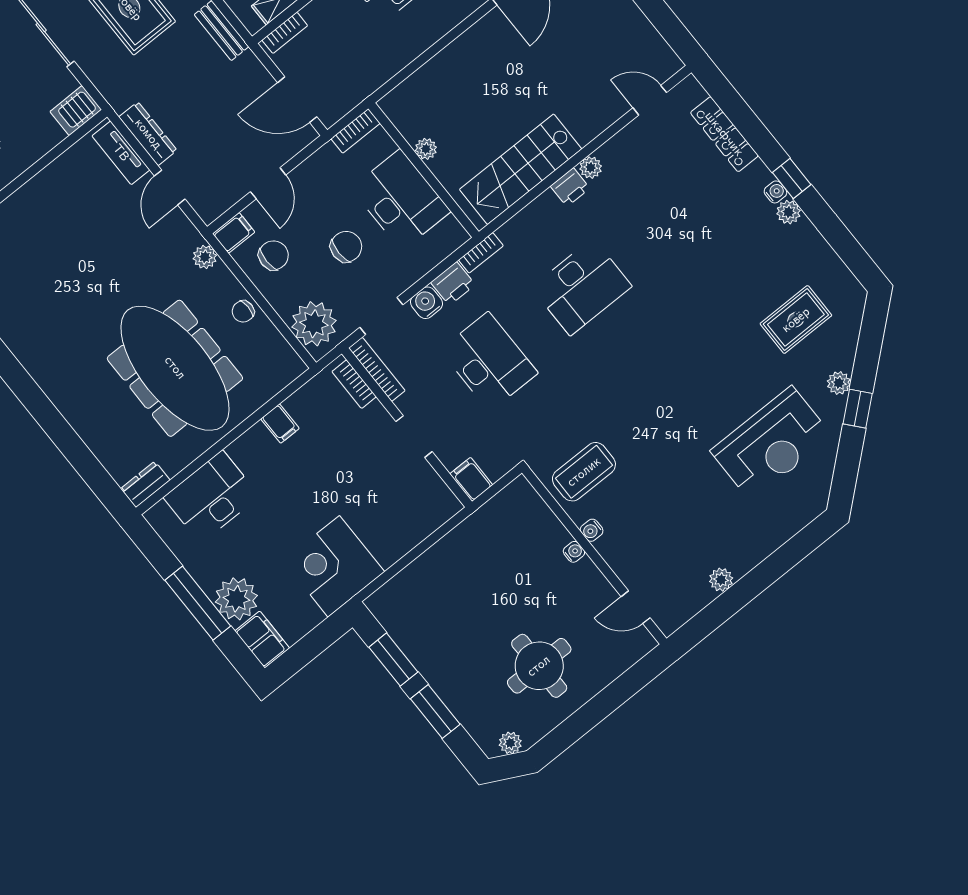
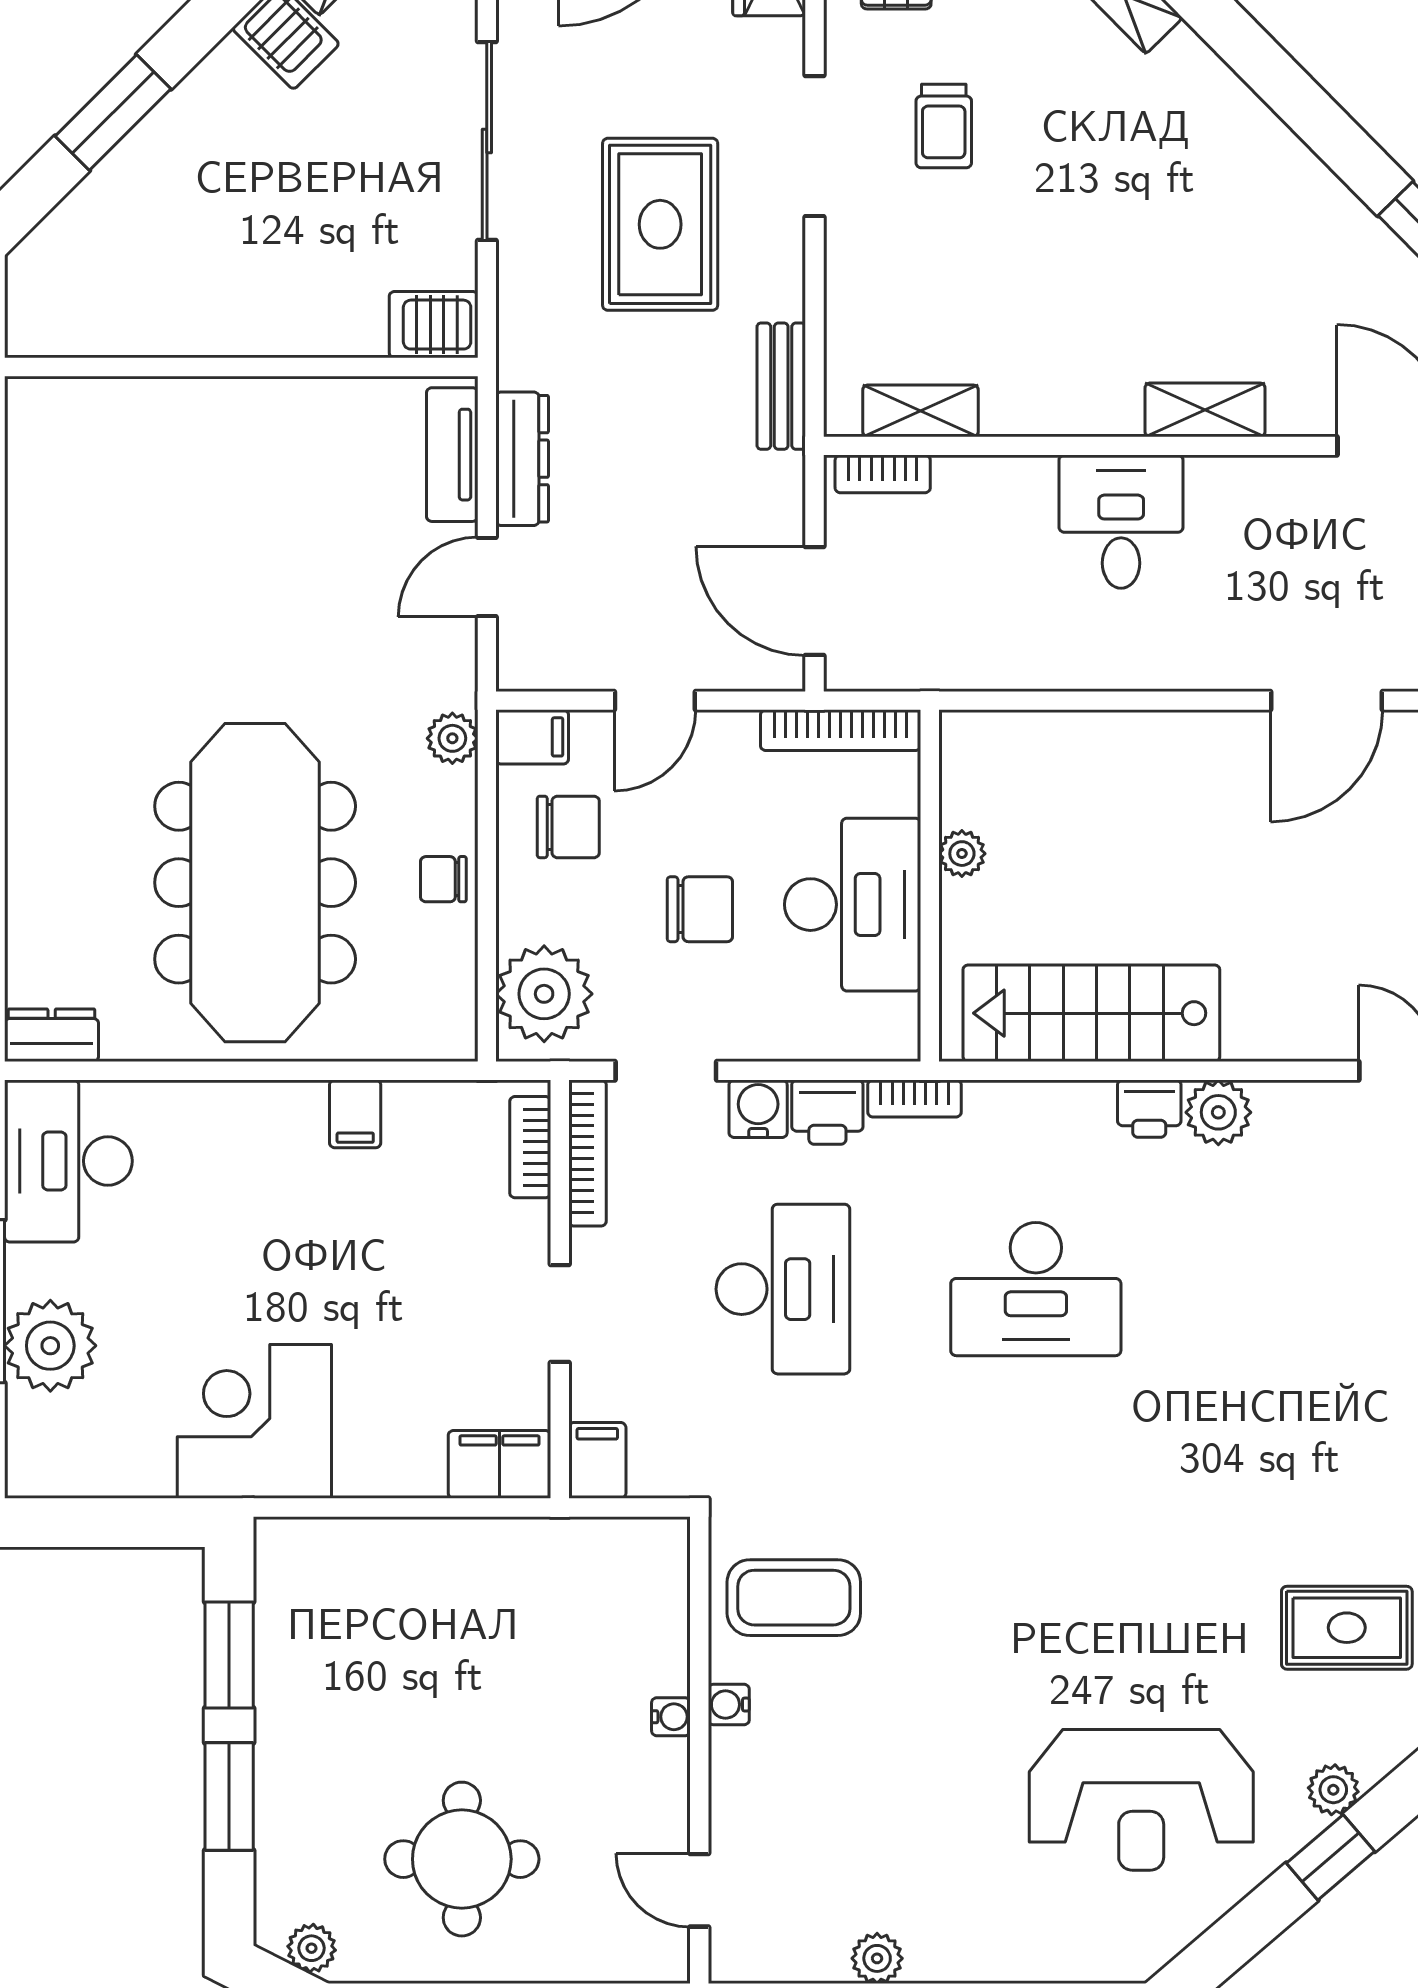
bookcase: (356, 131) -> (841, 730), width x1.56
plant: (591, 168) -> (1218, 1112), width x1.38, depth x1.38
desk: (211, 497) -> (68, 1161), moved, turned -90
filing cabinet: (262, 640) -> (499, 1464), moved, turned -90

